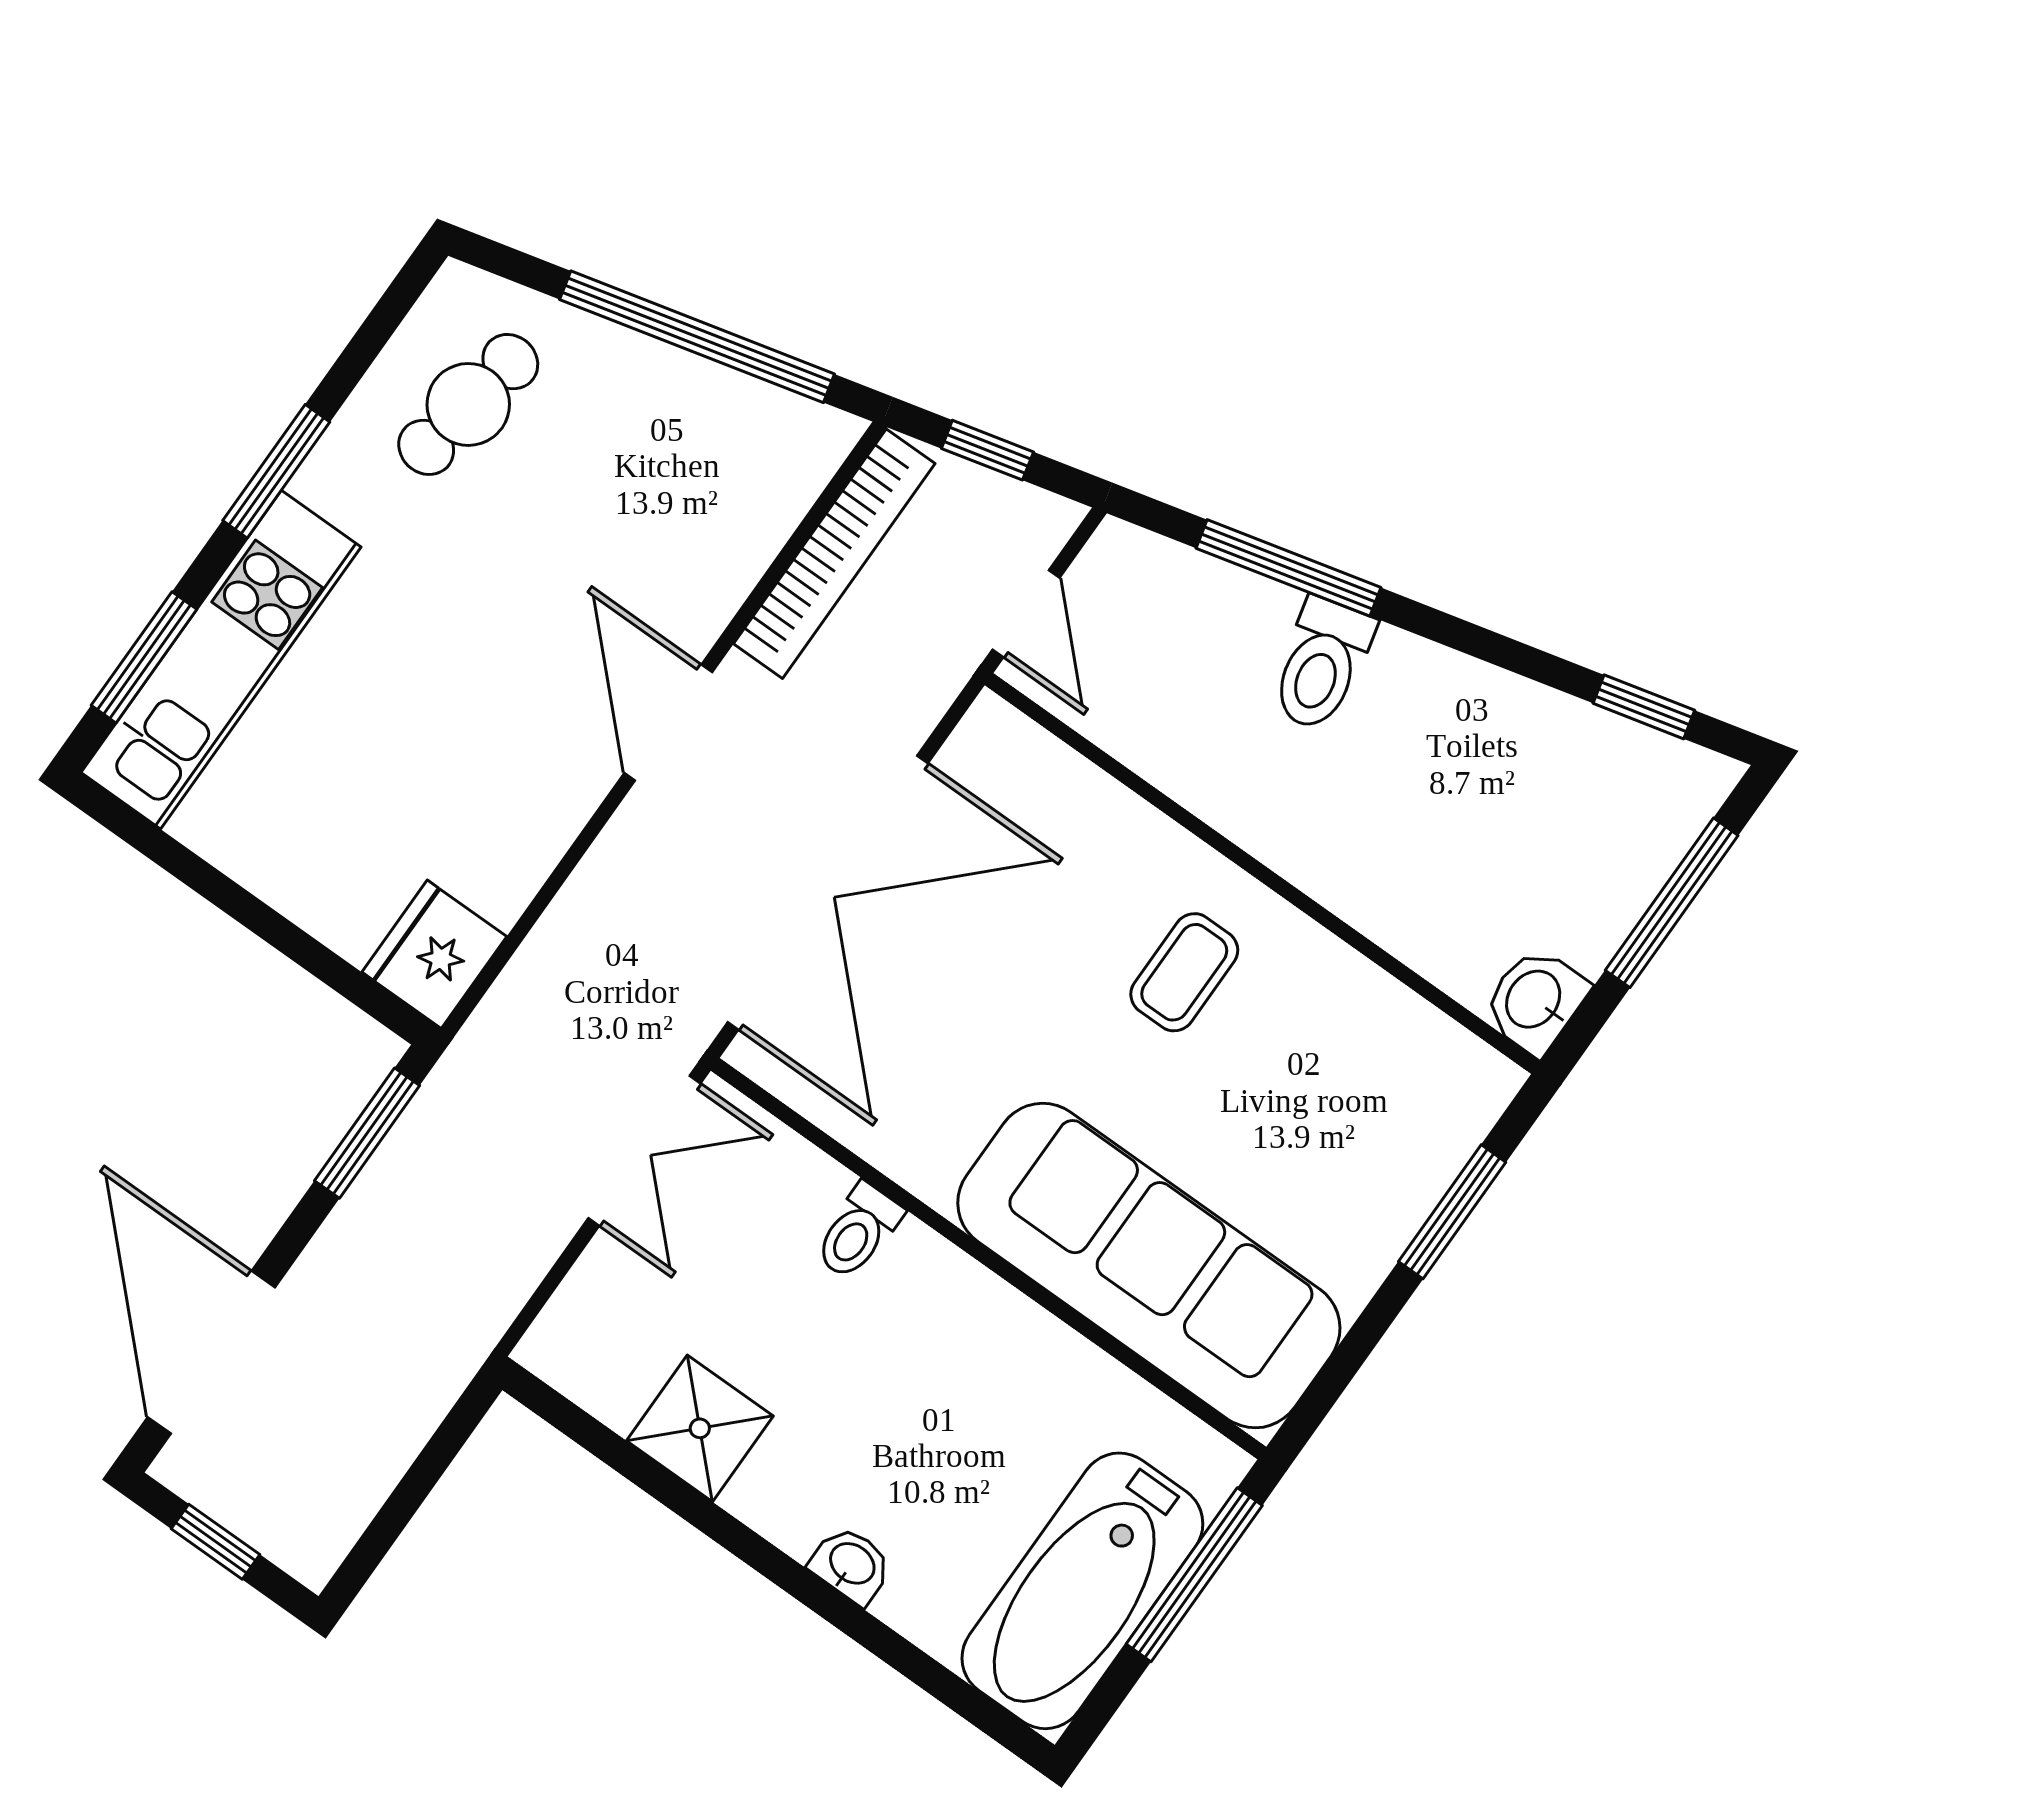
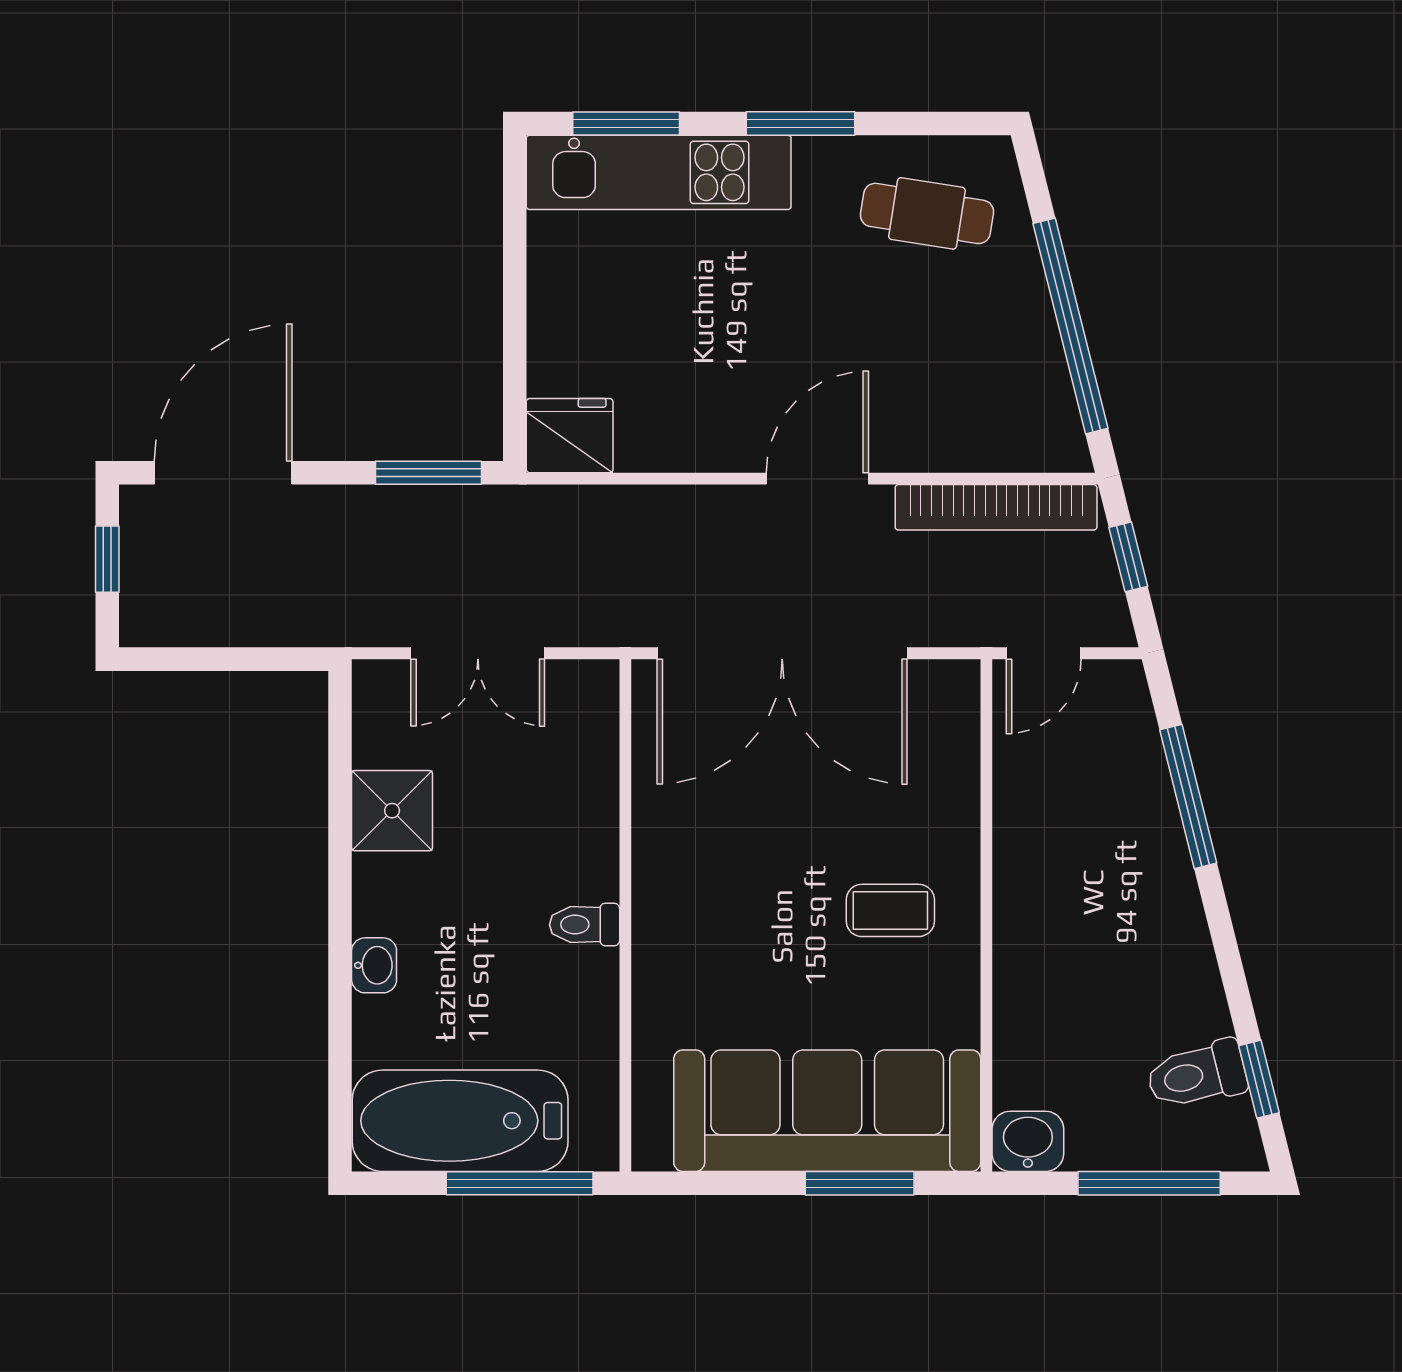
toilet: (1322, 664) -> (1197, 1075), moved
double door: (644, 1151) -> (478, 653), moved
toilet: (858, 1231) -> (585, 925), moved
sofa: (1149, 1266) -> (827, 1111), moved, turned -90

